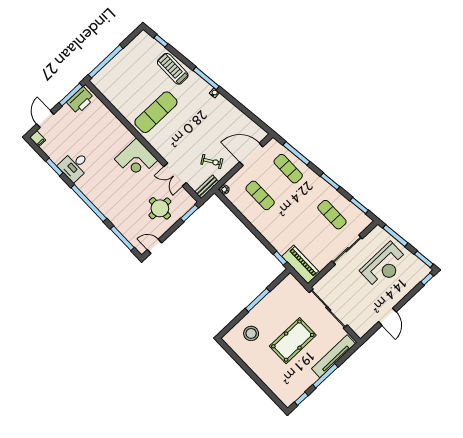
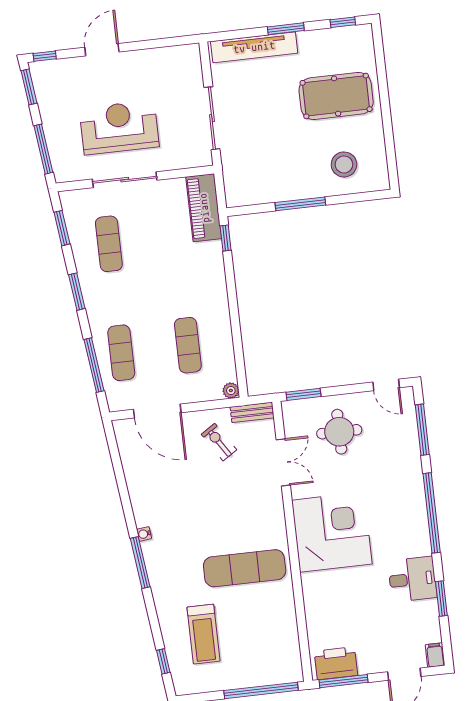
treadmill: (173, 69) -> (203, 634), moved
corner desk: (136, 160) -> (332, 532), width x1.36, depth x1.36
reception desk: (384, 266) -> (119, 128), moved
sliding door: (328, 309) -> (212, 118), width x0.73
door: (387, 317) -> (102, 50), moved
pool table: (293, 341) -> (336, 96), moved
window: (325, 376) -> (286, 29), width x0.69

